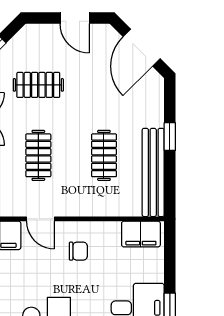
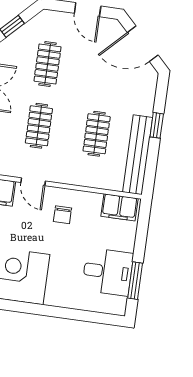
door: (142, 48) -> (143, 44), hinge flipped
clothes rail: (38, 85) -> (48, 64), turned 90
chair: (78, 251) -> (62, 215), turned 90

